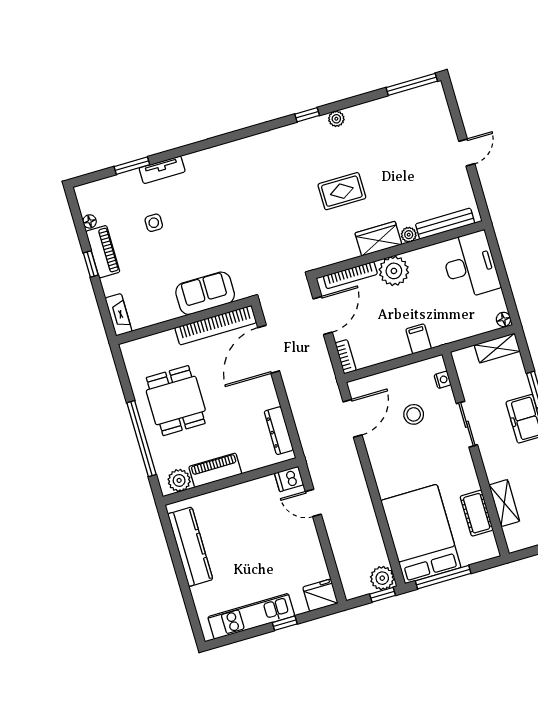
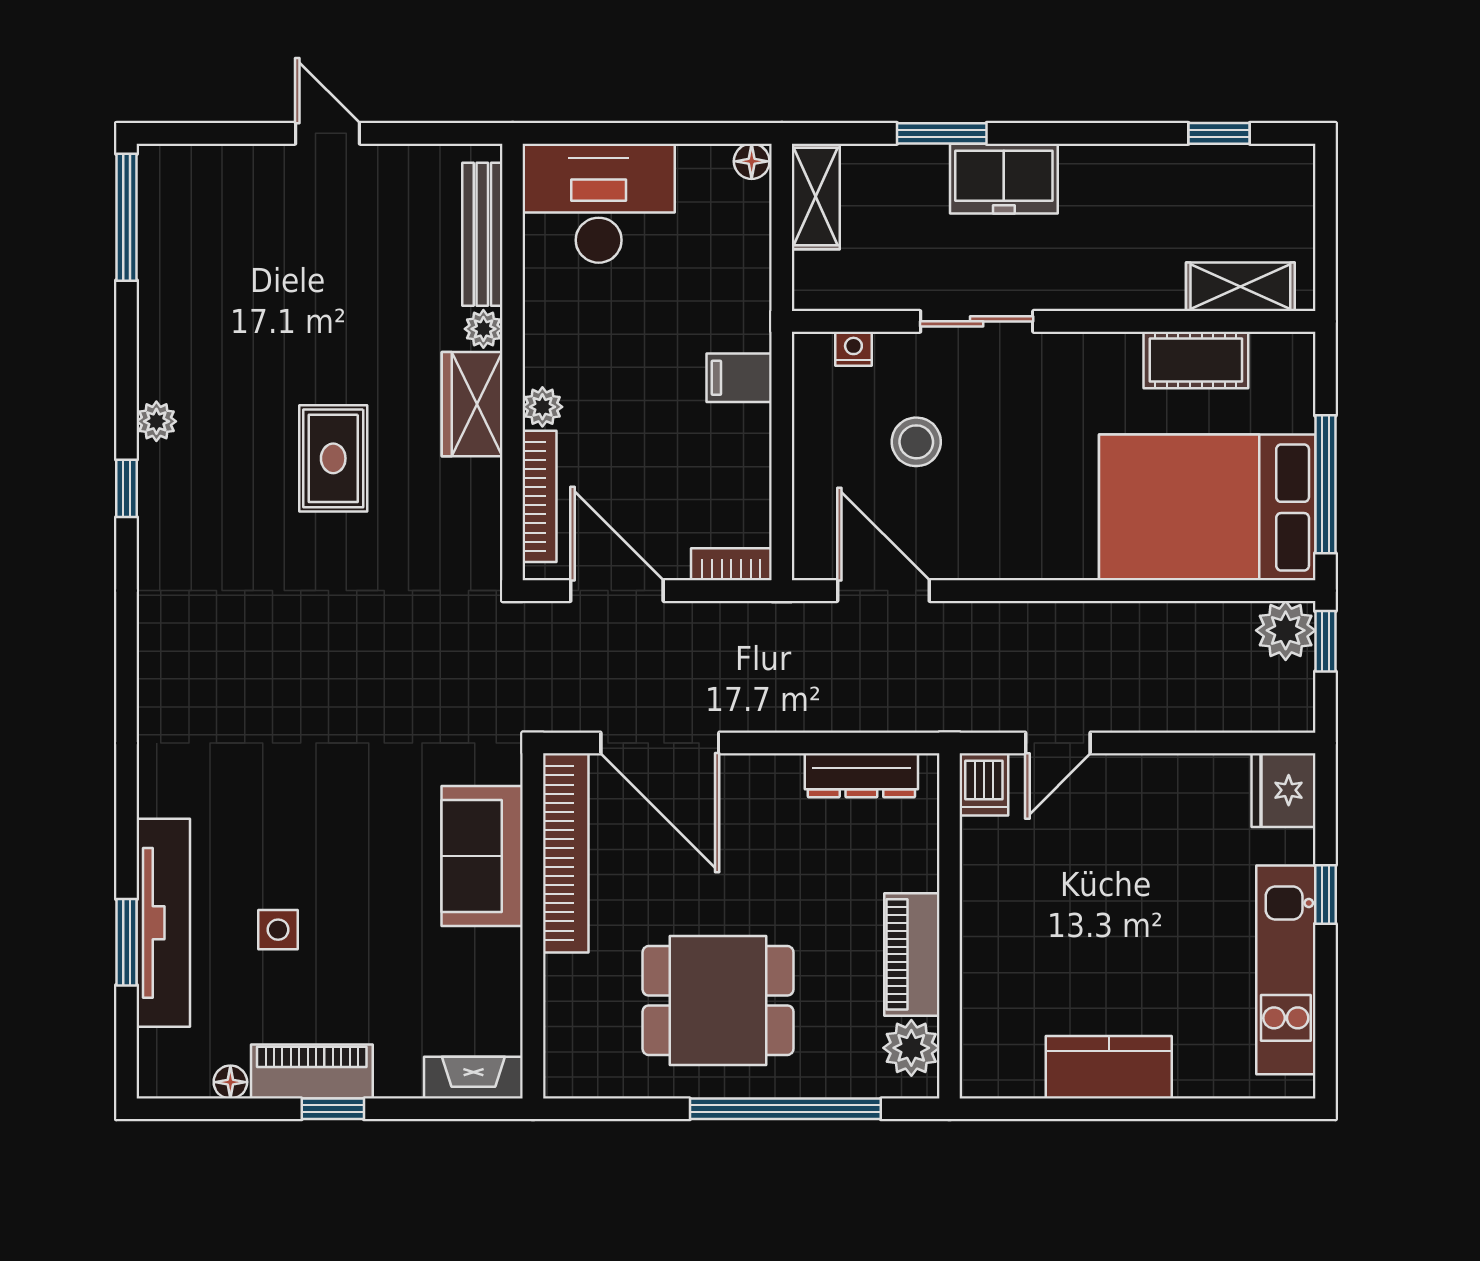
tv unit: (162, 170) -> (163, 923), width x1.92, depth x1.29
plant: (394, 271) -> (542, 407), width x0.53, depth x0.53
shelving: (504, 503) -> (1240, 287), moved
kitchen counter: (190, 547) -> (1109, 1067), width x0.67

